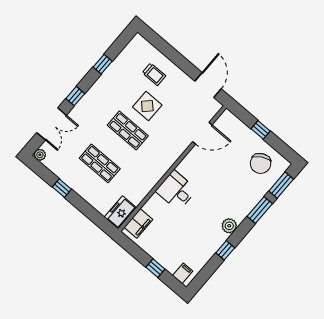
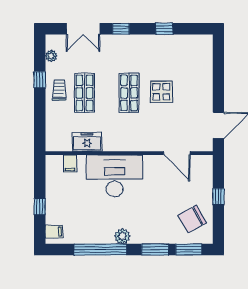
trolley: (154, 74) -> (59, 90), moved, turned 180
plant: (40, 155) -> (51, 56), moved
desk: (176, 190) -> (115, 176), width x1.87, depth x1.30
freezer: (120, 212) -> (87, 142), moved
filing cabinet: (138, 223) -> (70, 163), width x0.50
window: (225, 250) -> (100, 249), width x3.17

